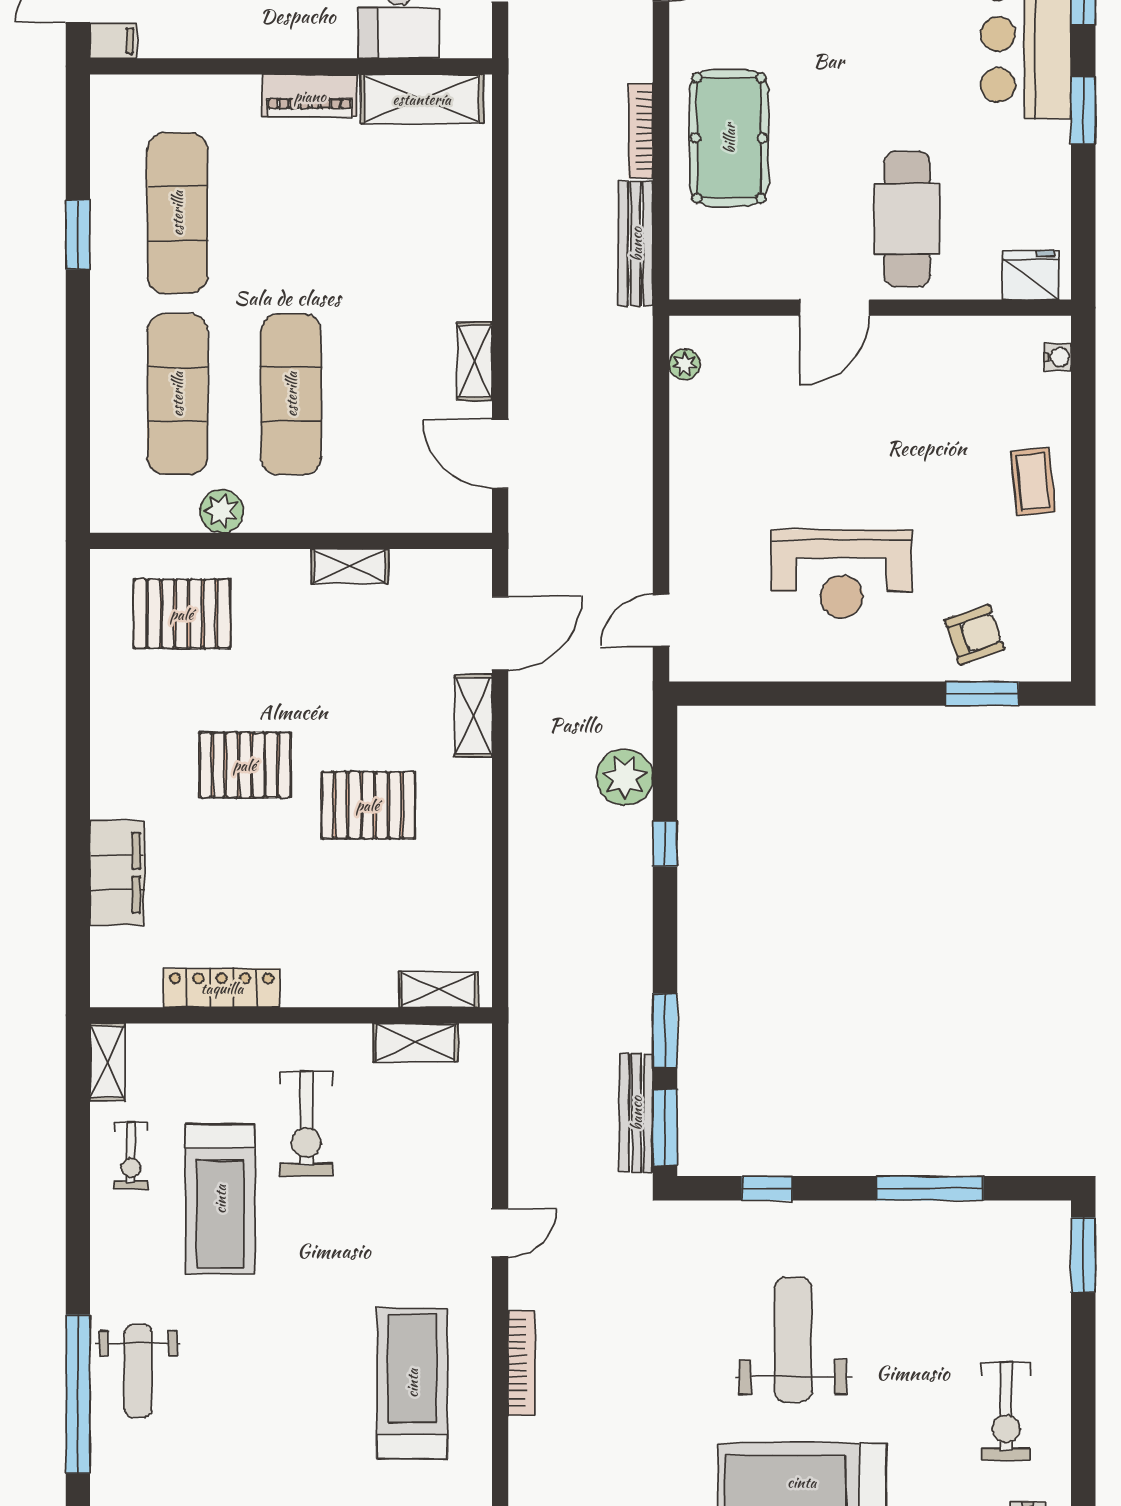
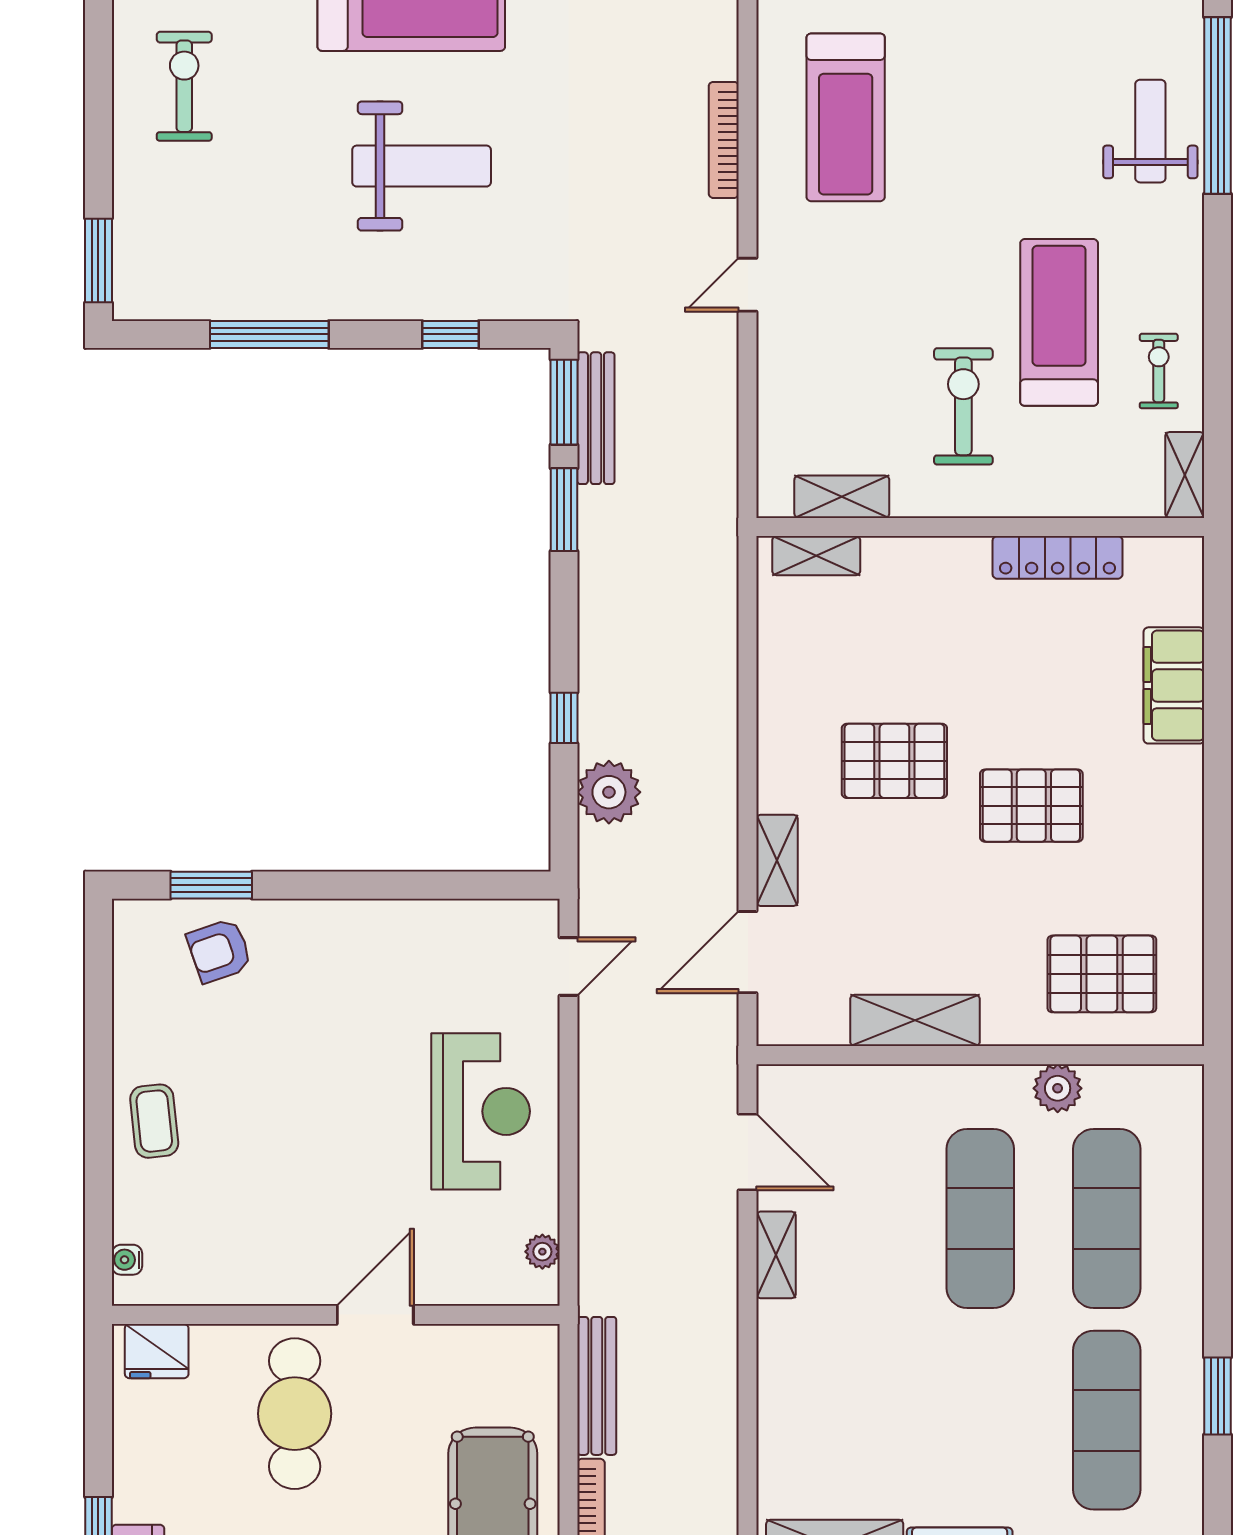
shelving: (350, 566) -> (915, 1020), width x1.50, depth x1.33
reception desk: (842, 574) -> (481, 1111), moved, turned 90
weight bench: (793, 1340) -> (422, 166), turned -90

